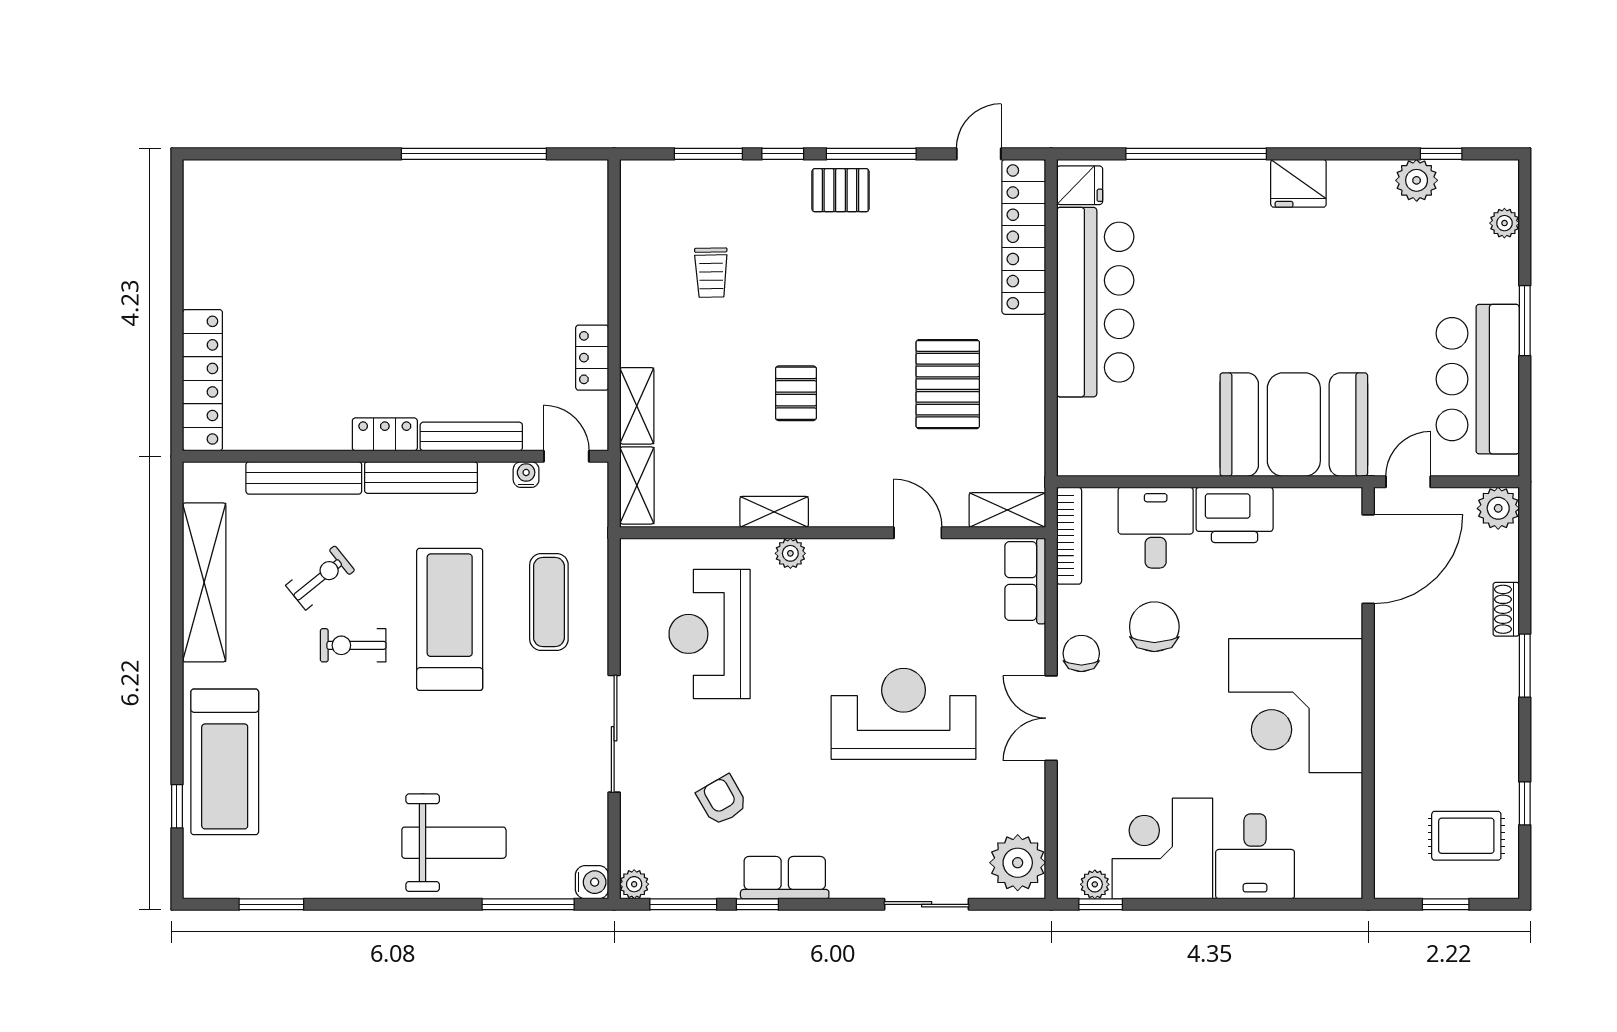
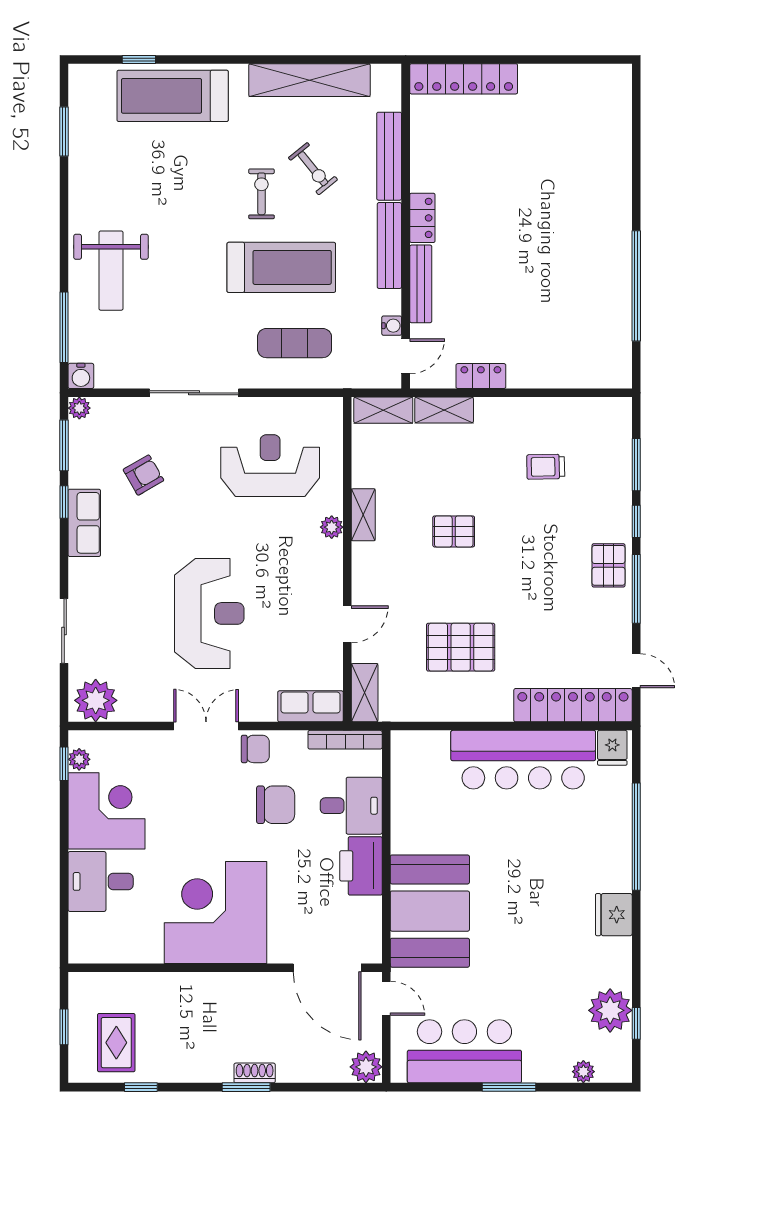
plant: (1417, 180) -> (610, 1010), width x1.36, depth x1.36
shoe rack: (1506, 609) -> (255, 1073), moved

